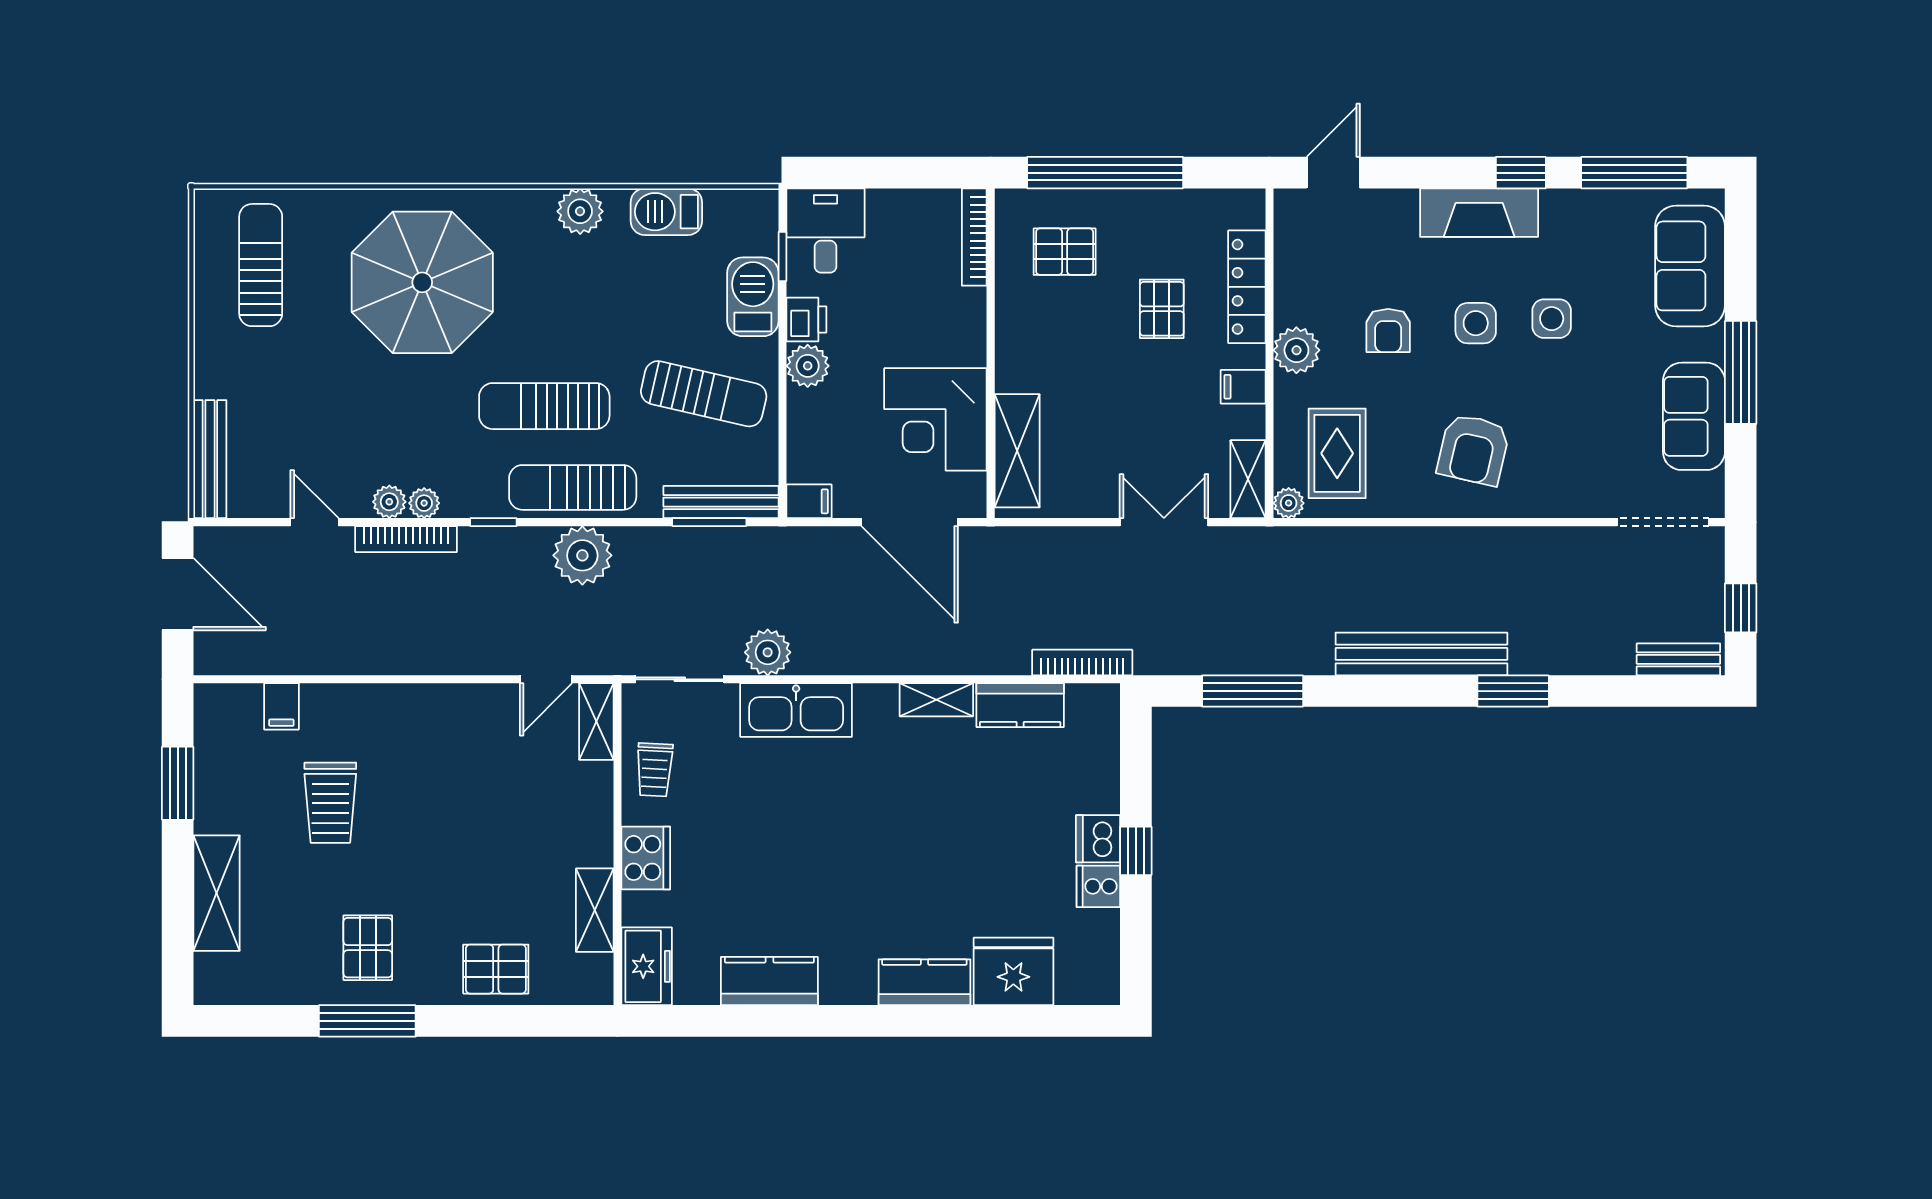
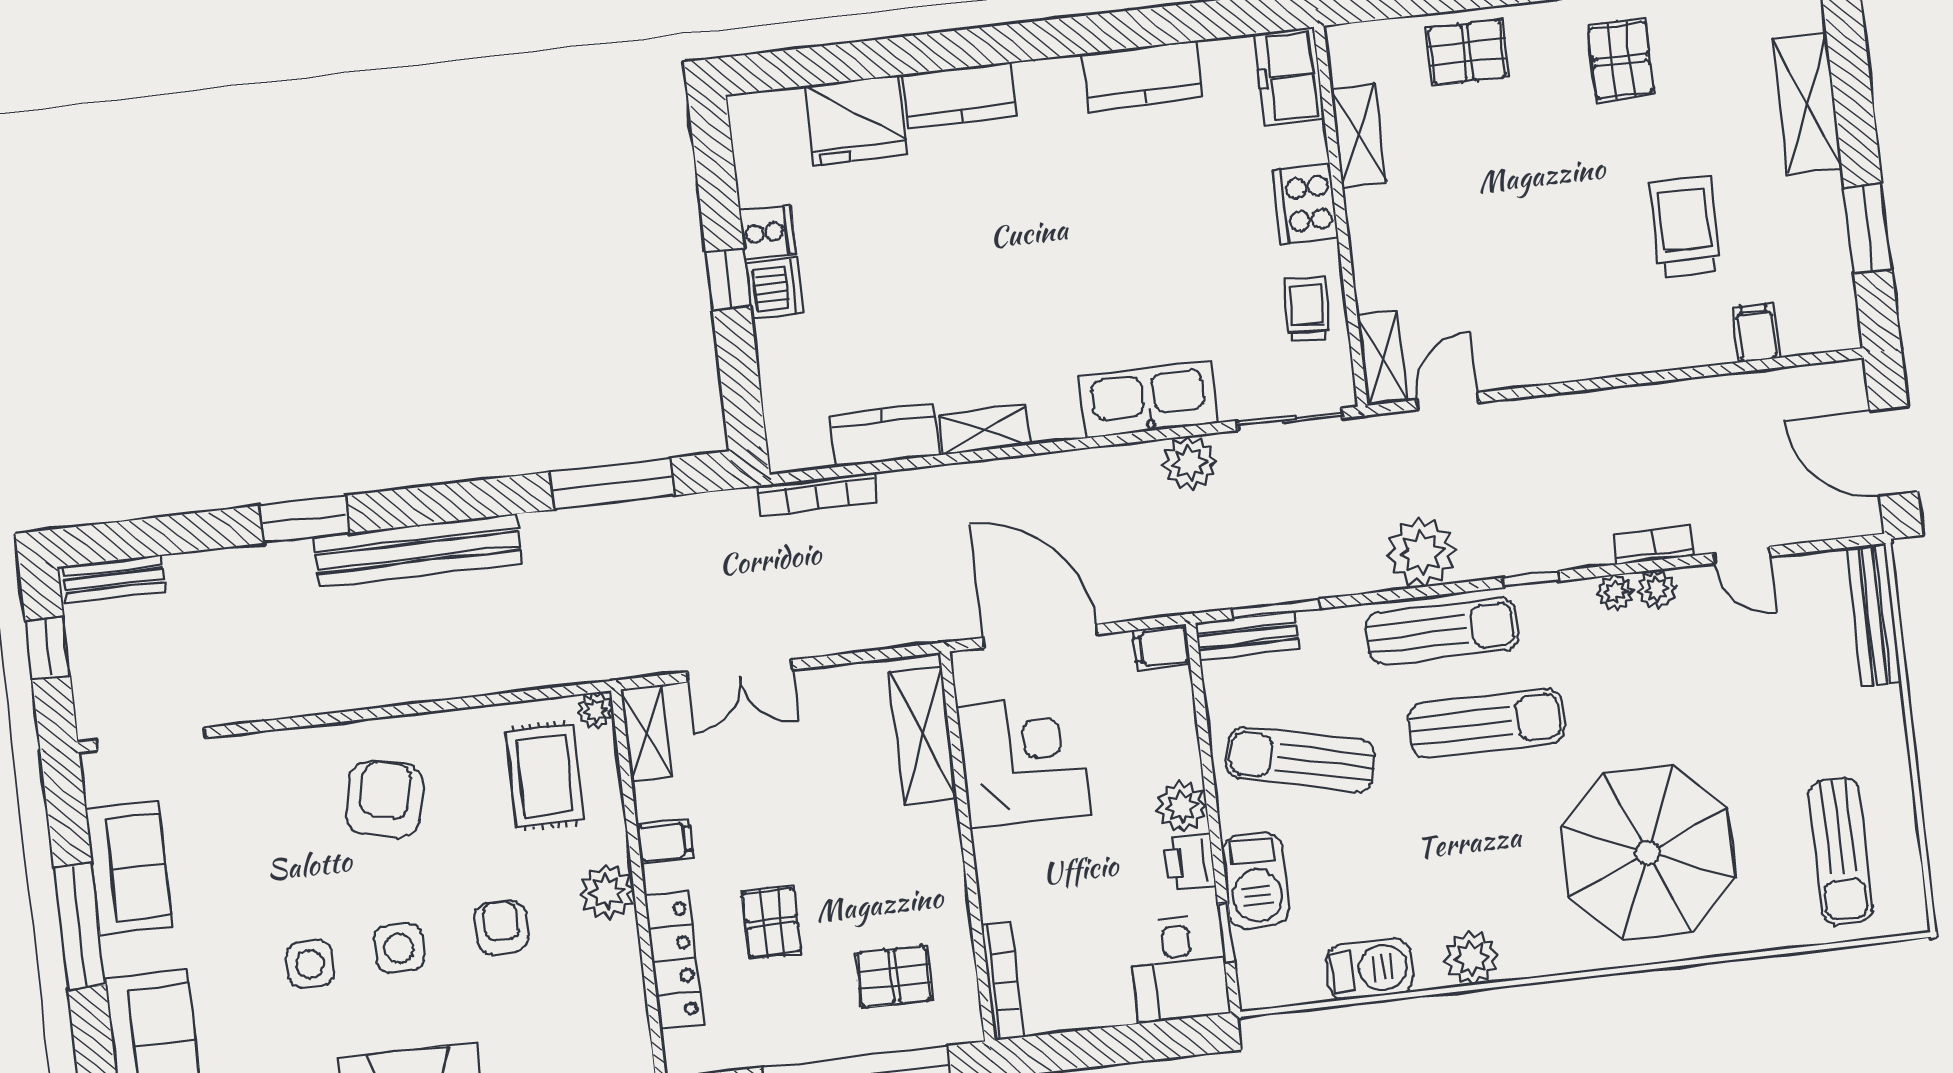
bench: (721, 502) -> (1247, 636), width x0.73
bookcase: (406, 539) -> (1653, 545), width x0.64

